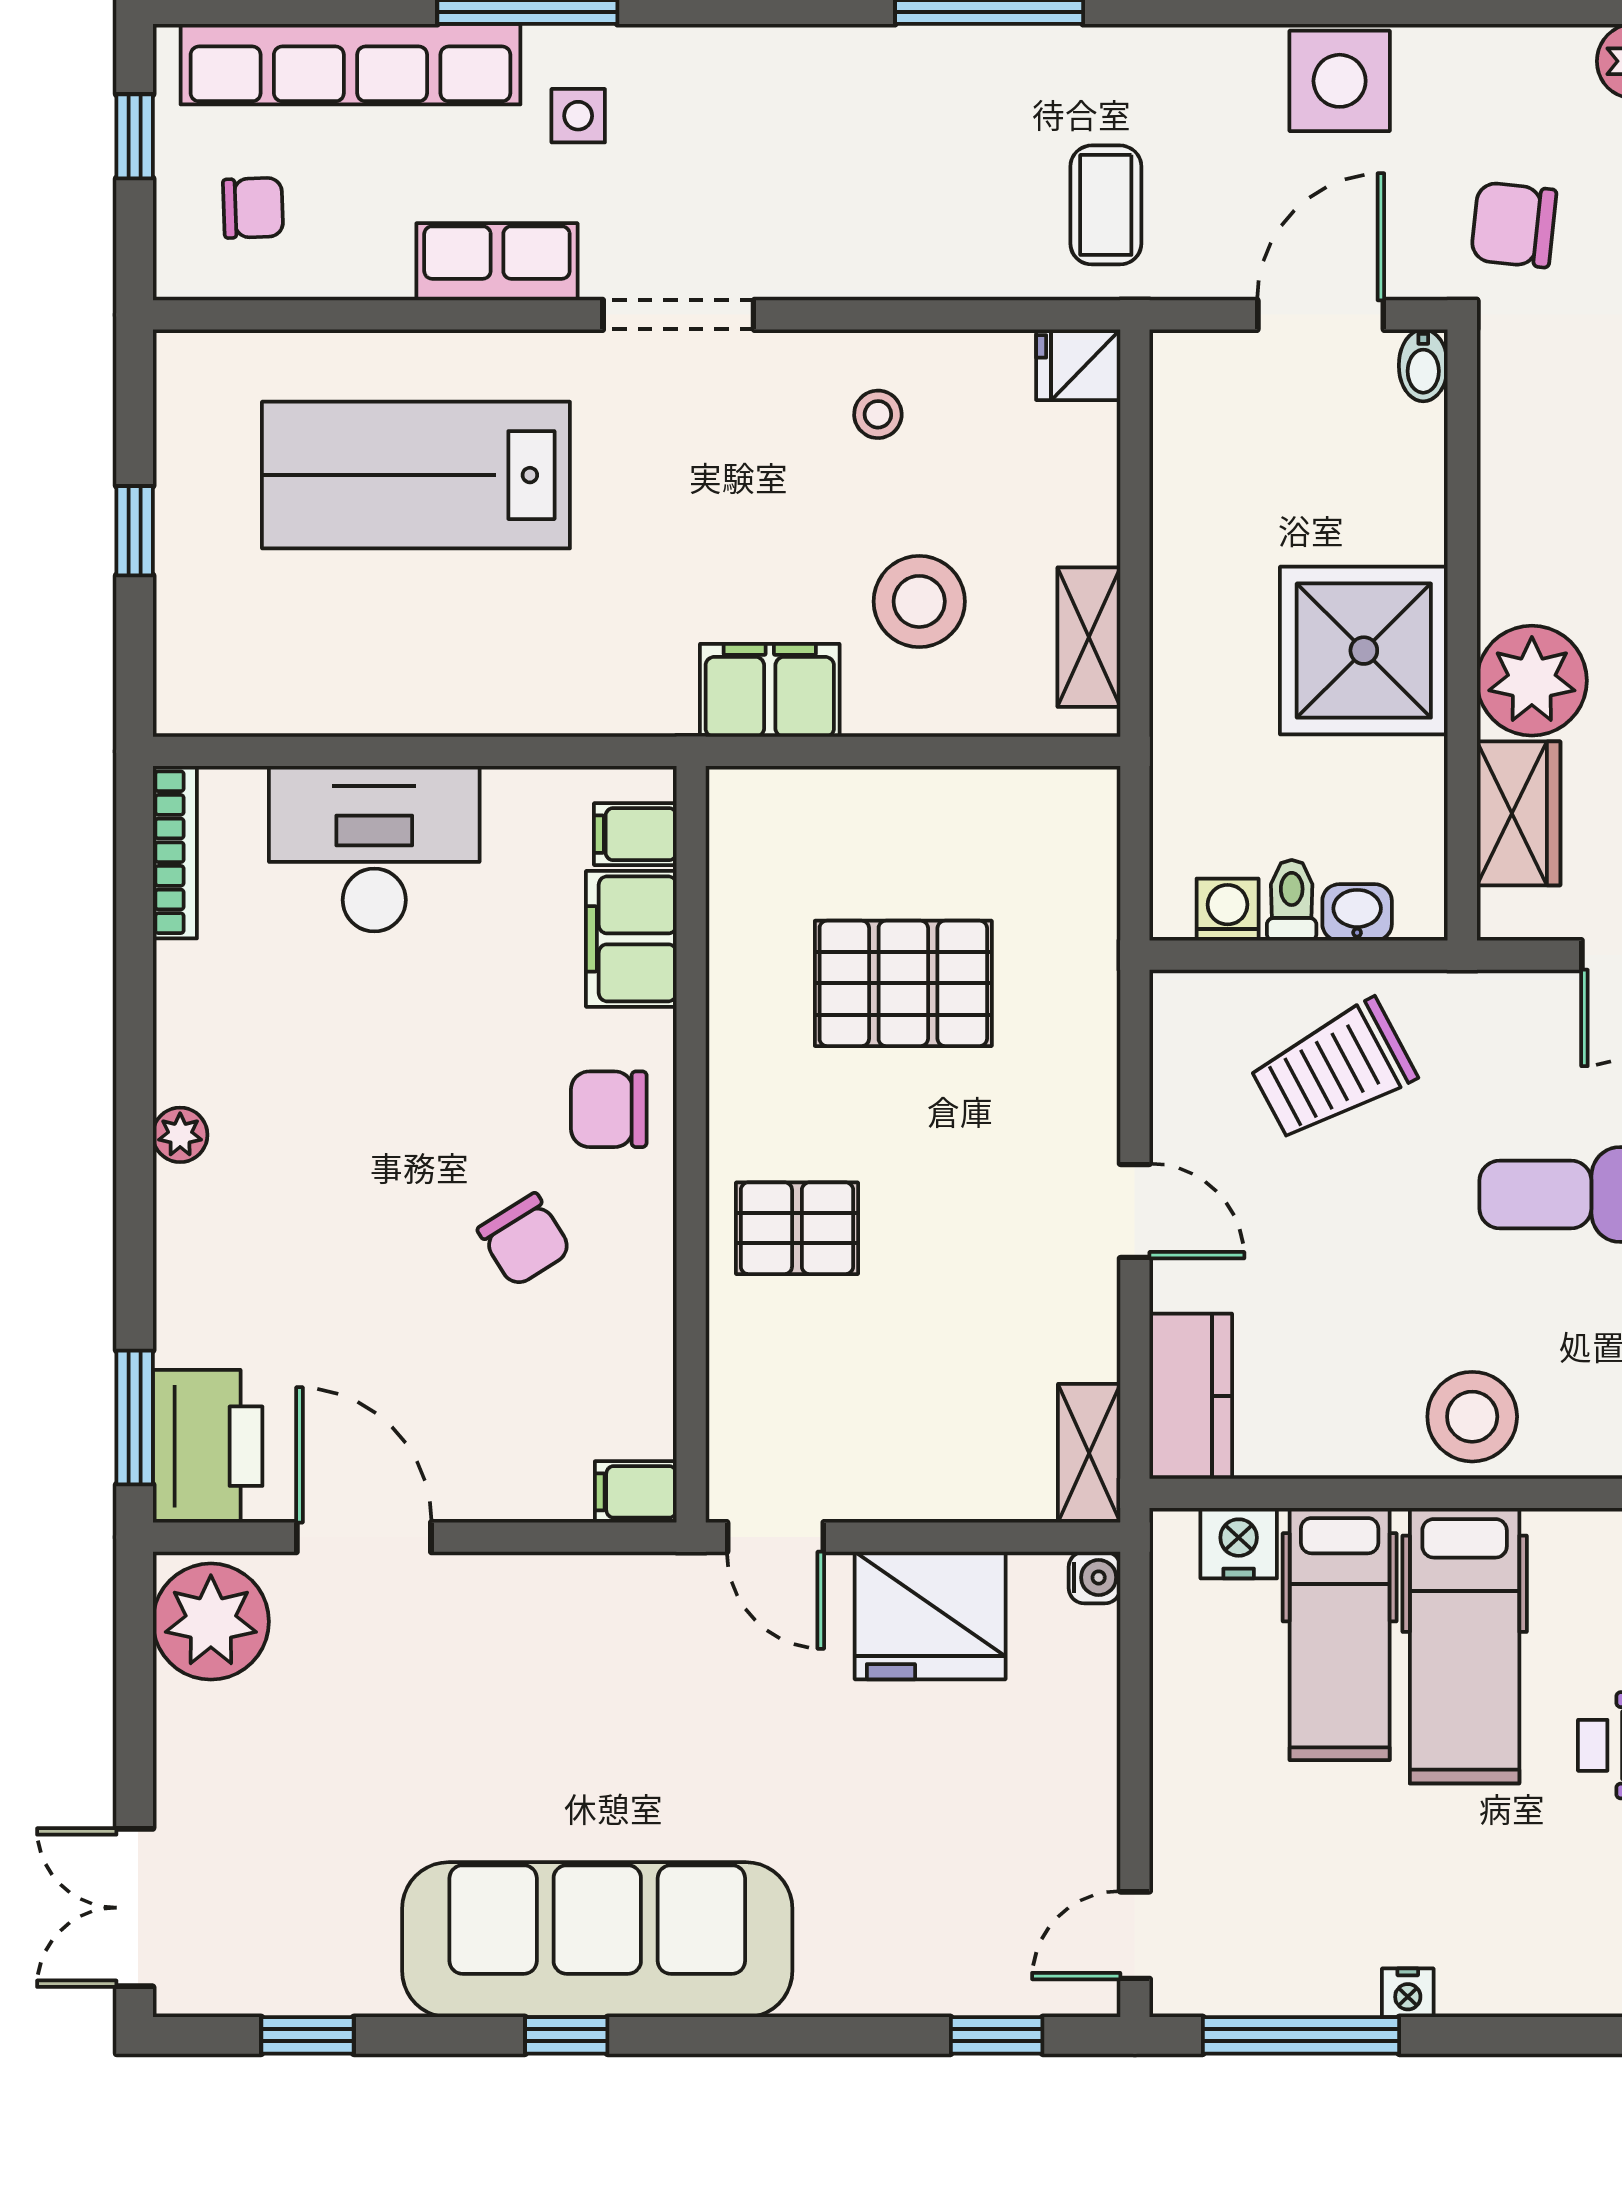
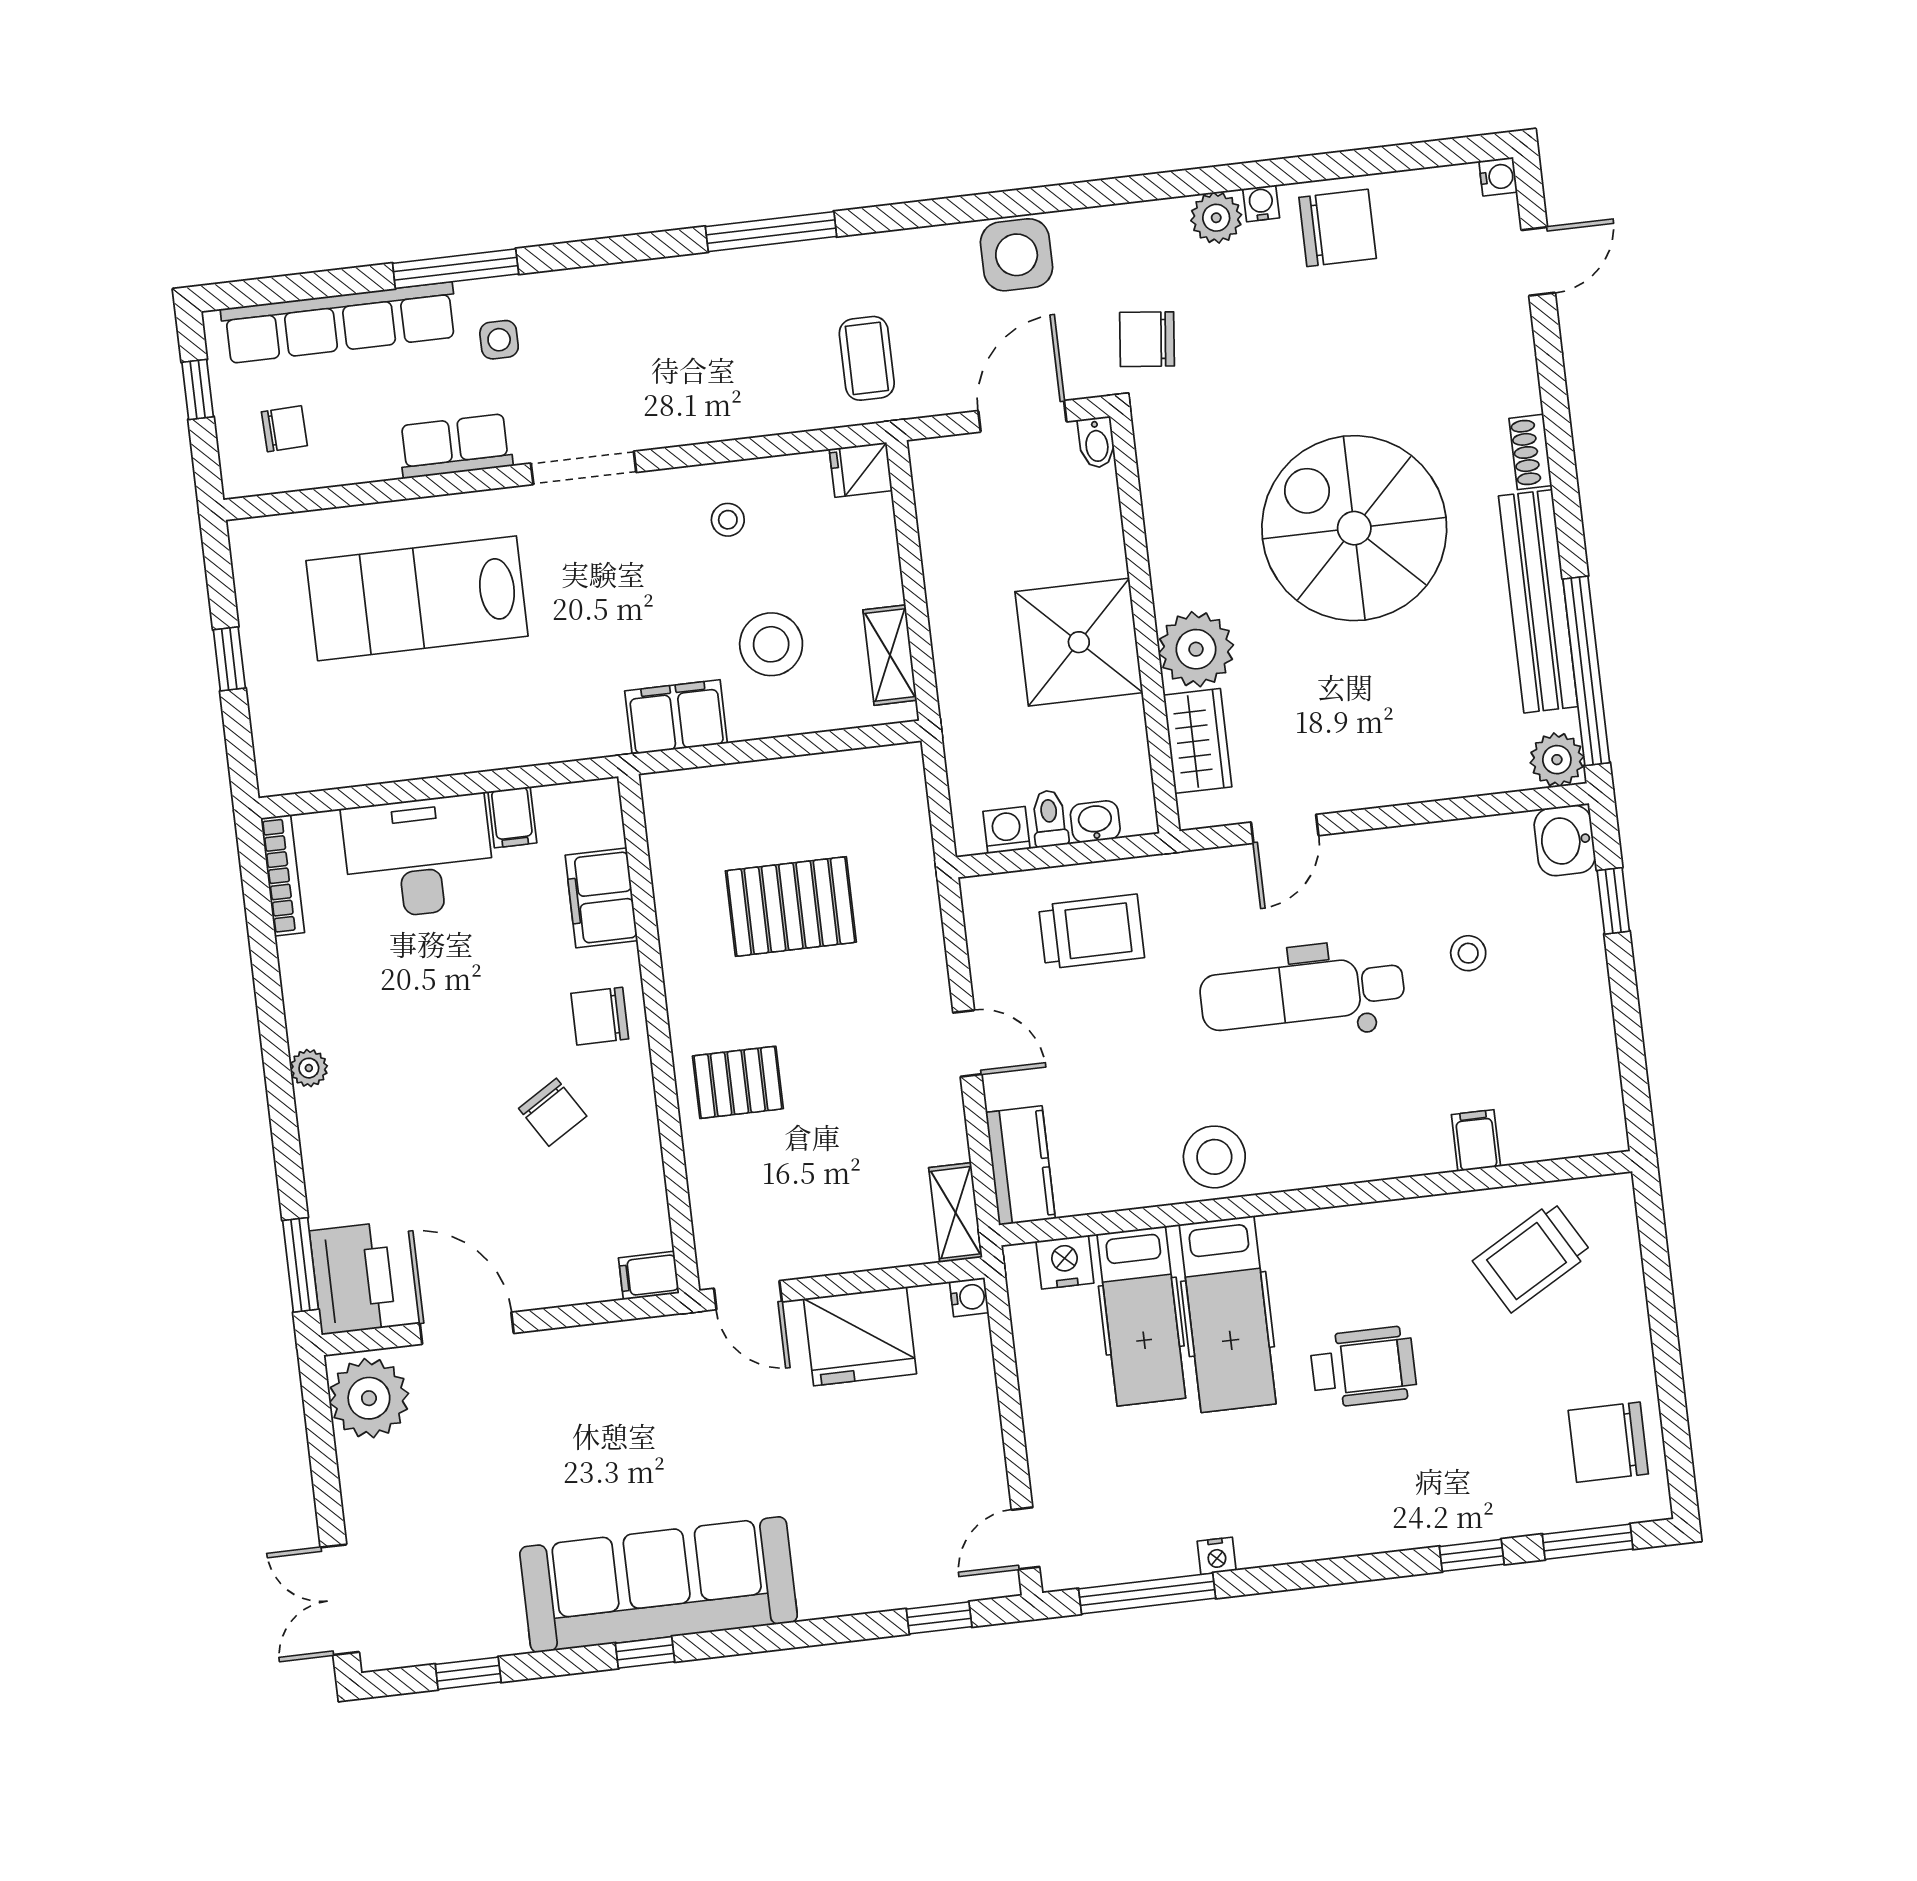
filing cabinet: (635, 834) -> (512, 817), moved, turned -90
trolley: (1333, 1071) -> (1092, 932), turned -152

